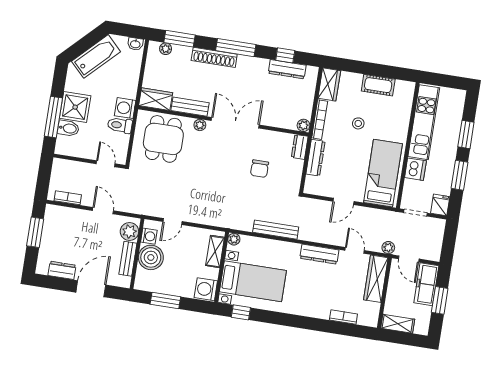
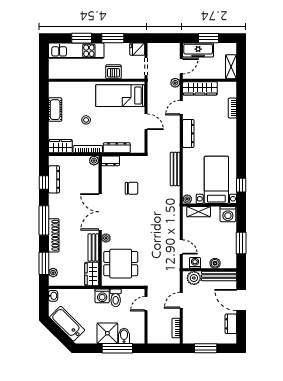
kitchen unit: (424, 122) -> (76, 51), moved, turned 180
boiler: (151, 257) -> (215, 263), width x0.54, depth x0.54
bench: (128, 259) -> (219, 276), width x1.36

